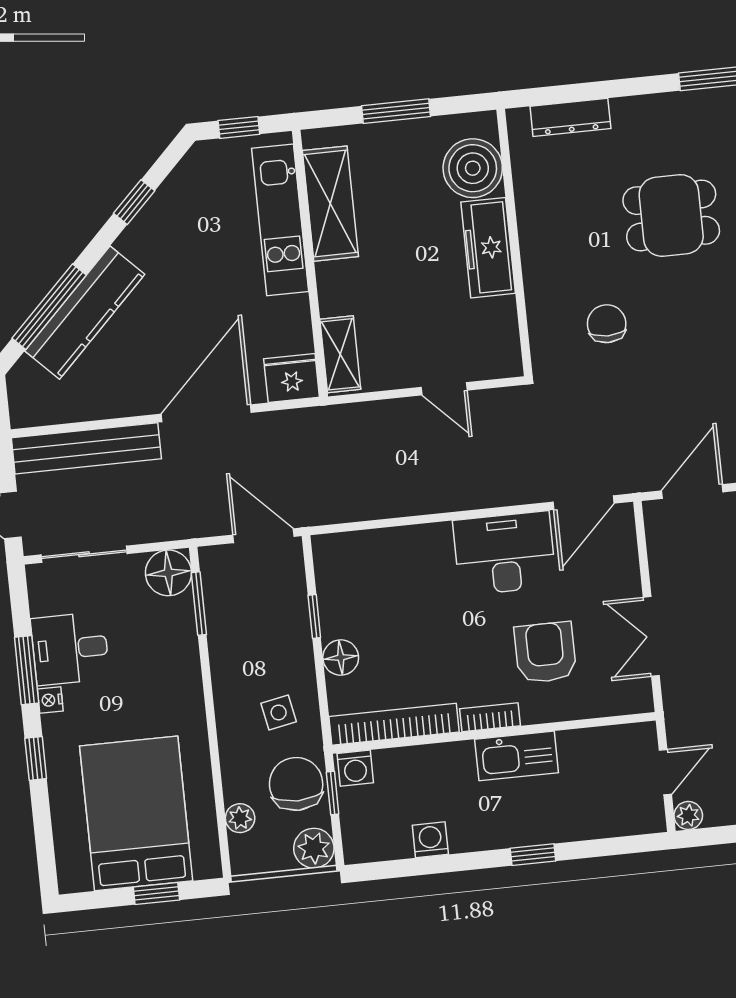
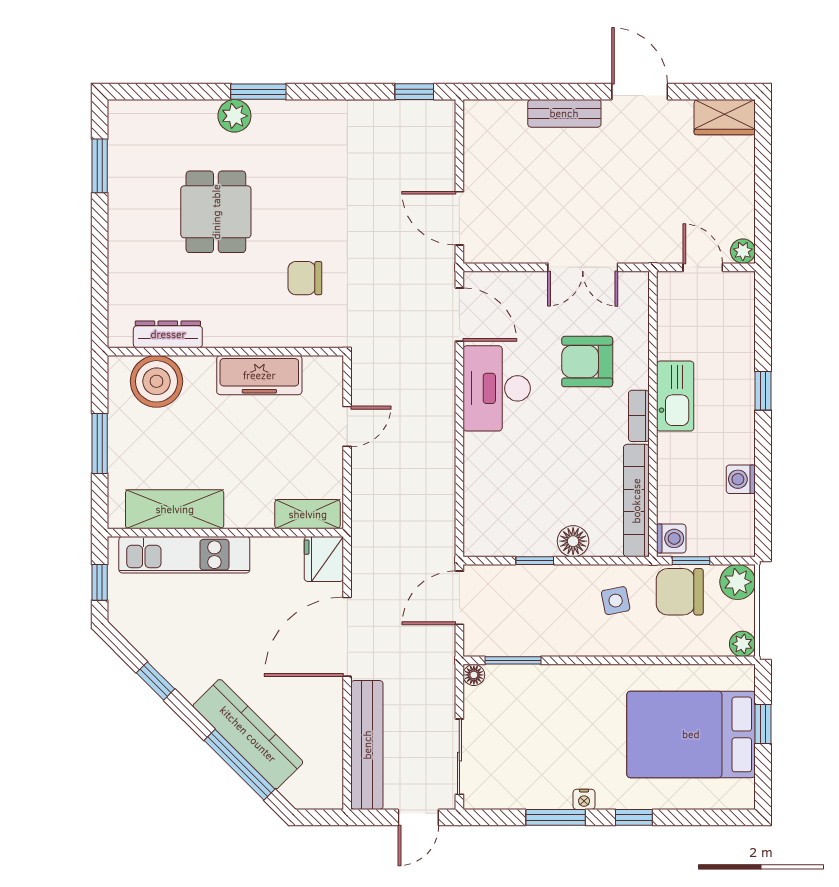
dresser: (570, 117) -> (168, 334), moved, turned -90
freezer: (488, 248) -> (259, 375), moved
door: (206, 413) -> (347, 637), hinge flipped
floor lamp: (168, 573) -> (474, 675), width x0.53, depth x0.53
desk: (70, 649) -> (541, 777), removed
plant: (240, 818) -> (742, 644), moved

